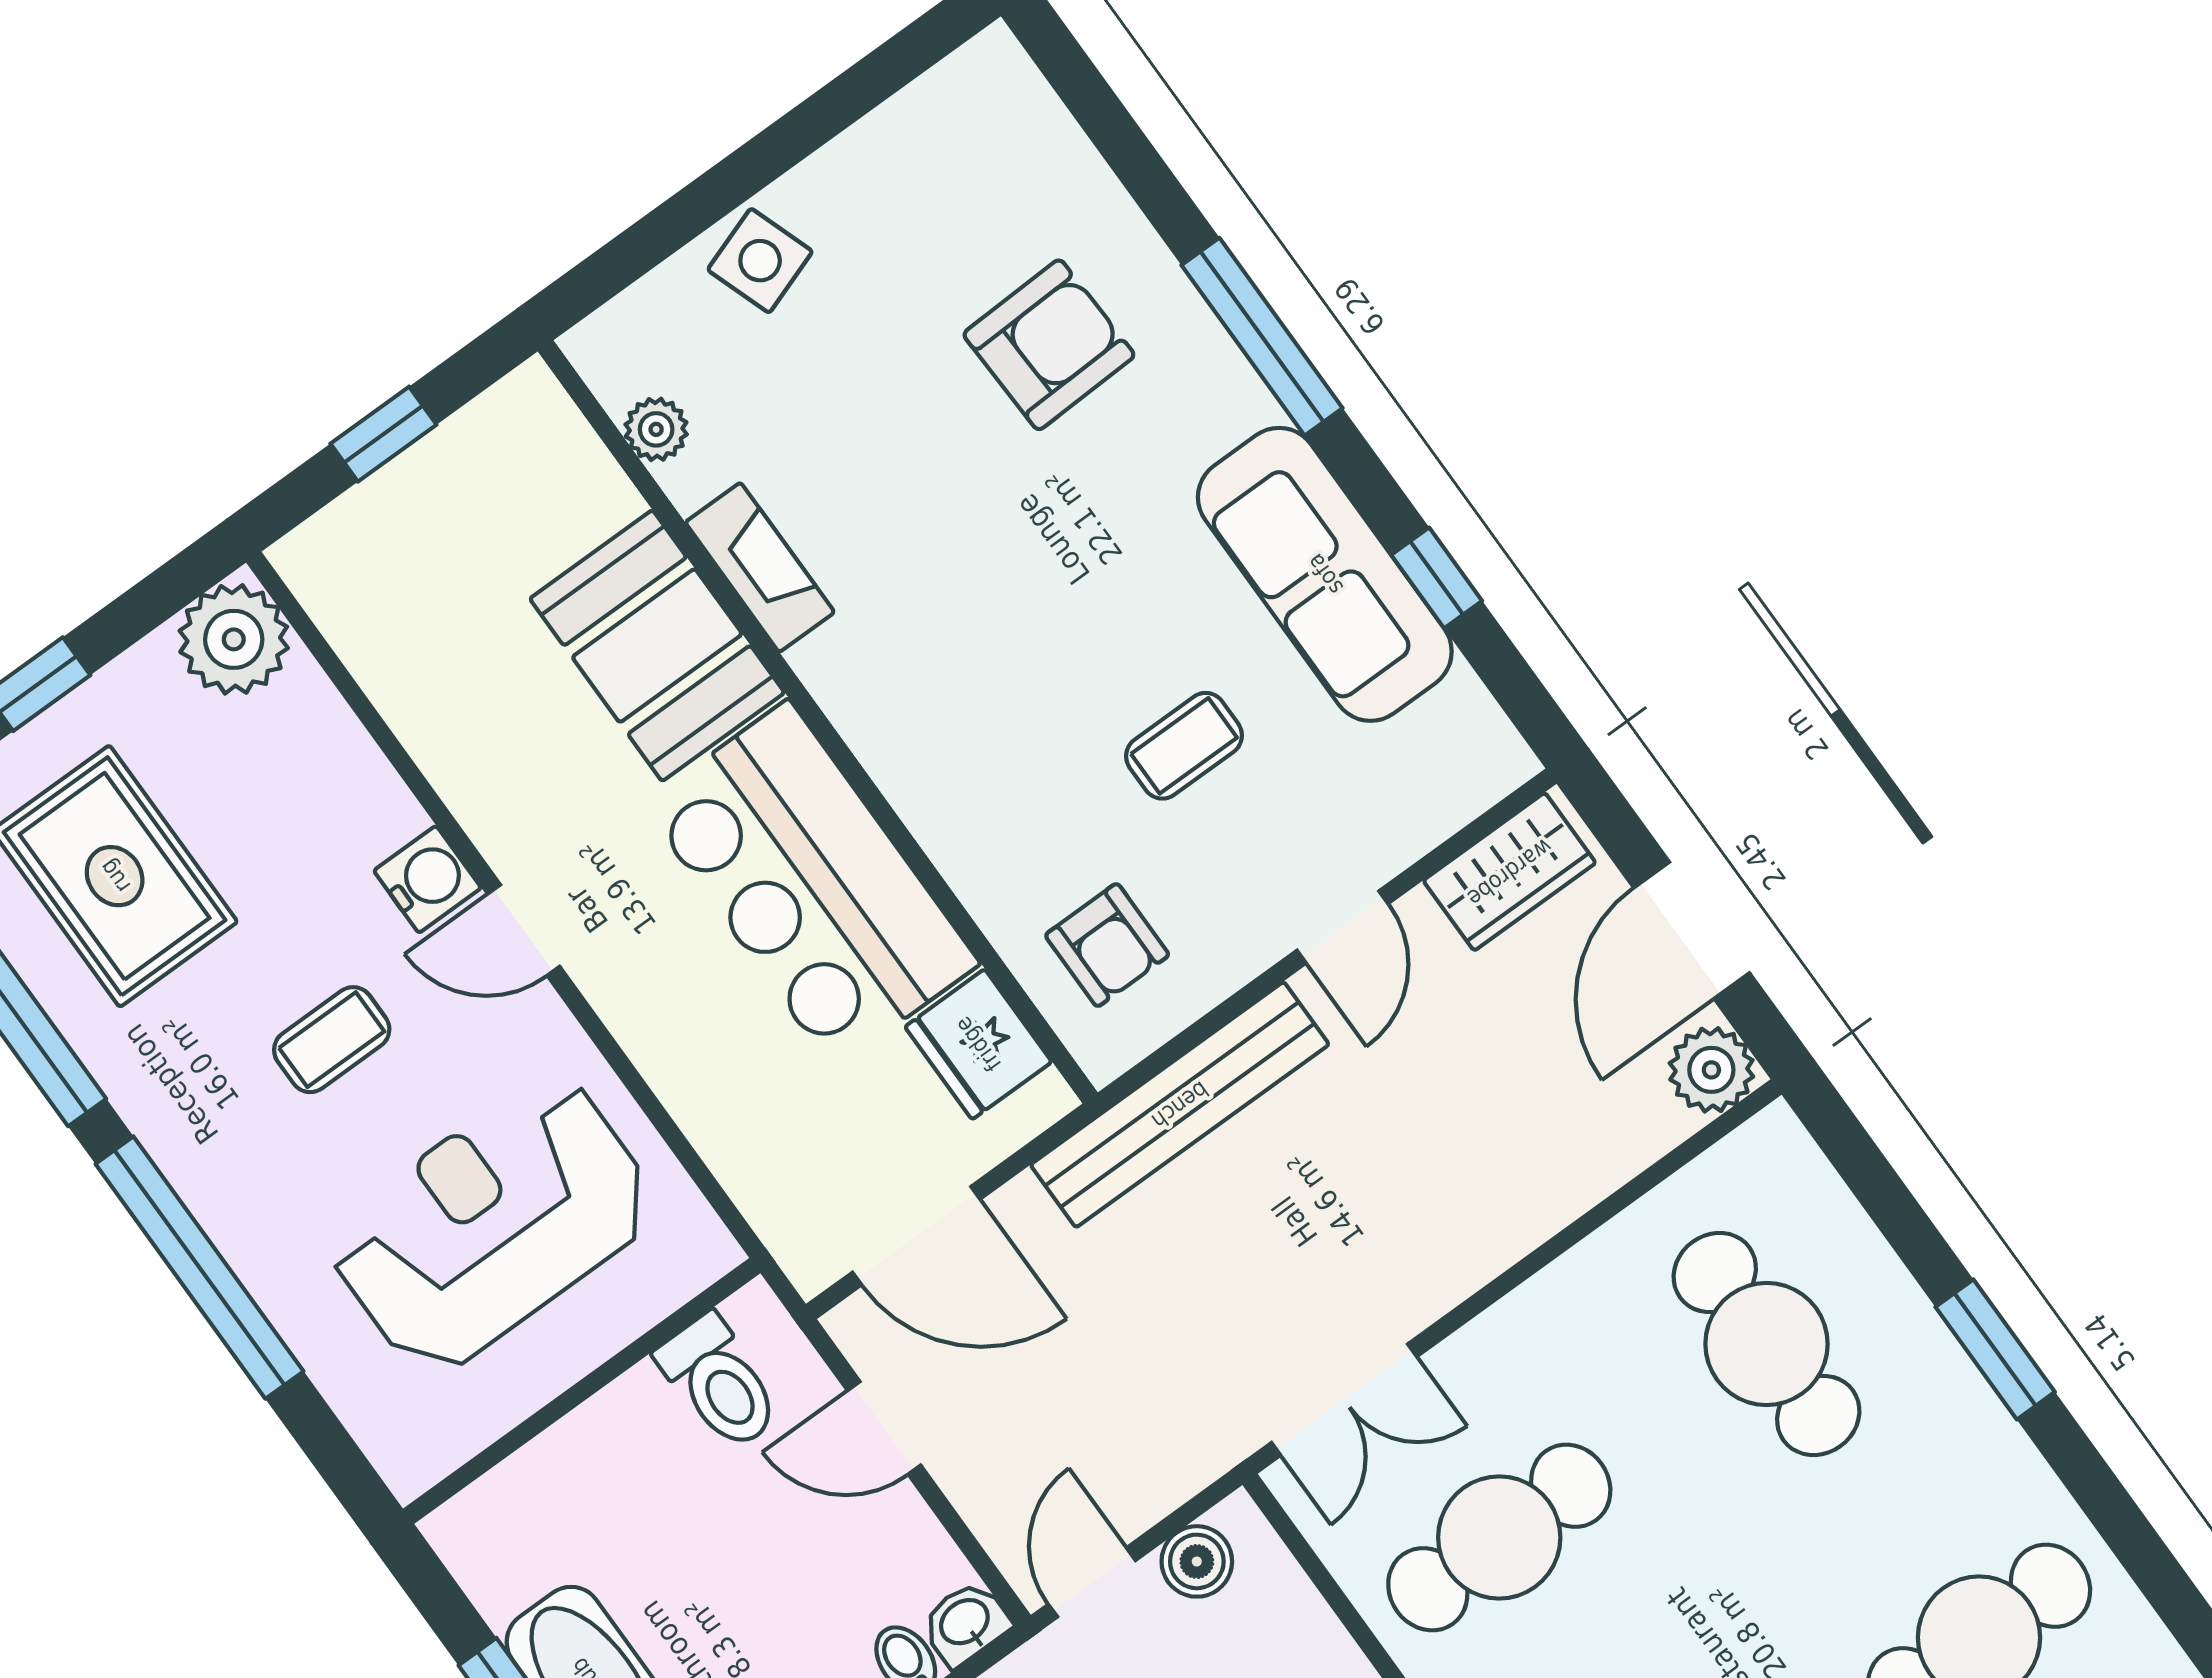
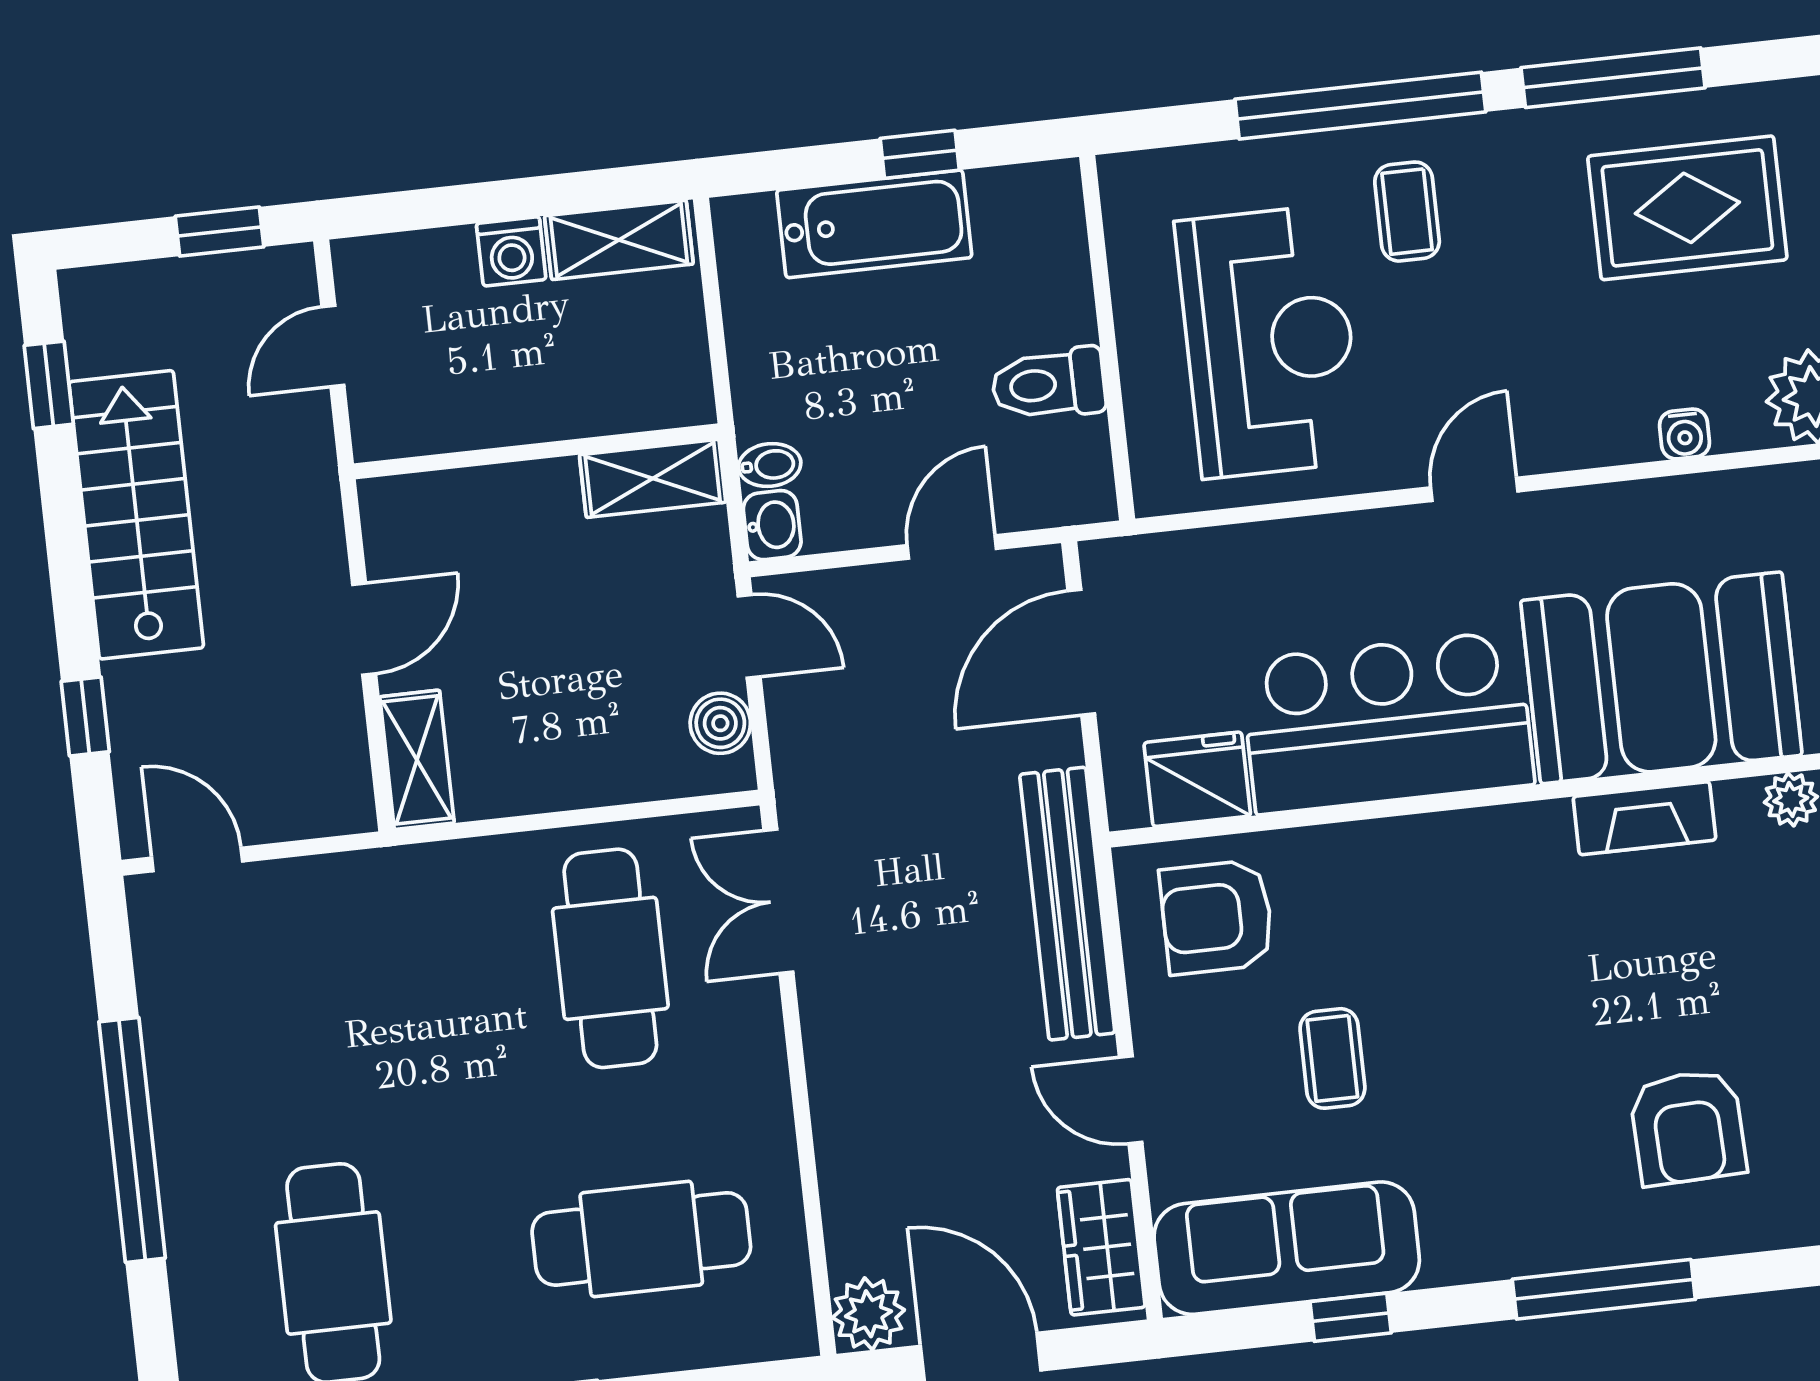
sofa: (1325, 574) -> (1287, 1248), moved
booth: (657, 646) -> (1661, 678), width x1.36, depth x1.42
water cooler: (427, 879) -> (1684, 434), moved, width x0.72, depth x0.72
armchair: (1107, 945) -> (1217, 917), width x1.38, depth x1.38
coffee table: (332, 1040) -> (1407, 212), moved
toilet: (719, 1383) -> (1048, 384), moved

